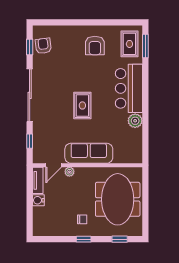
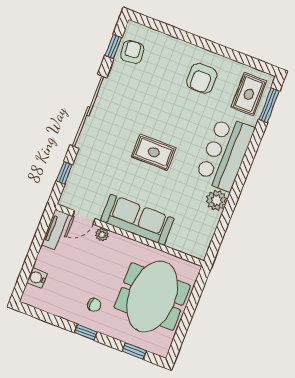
rug: (82, 105) -> (154, 152), turned 90
water cooler: (38, 200) -> (37, 278), moved

